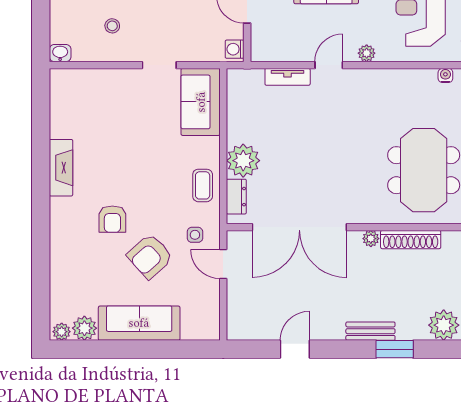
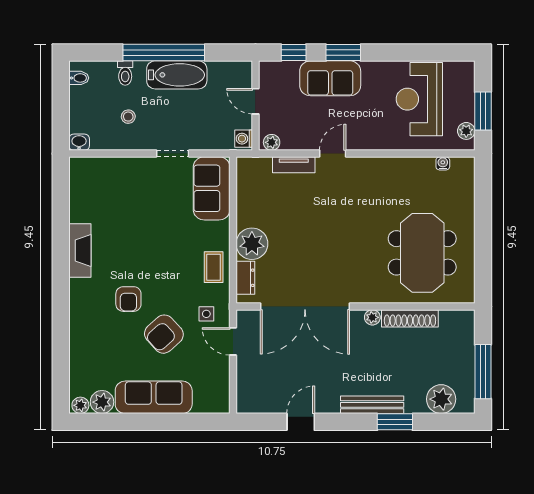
plant: (367, 53) -> (272, 142), moved
bench: (370, 331) -> (372, 405), width x1.36

